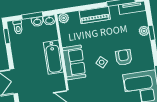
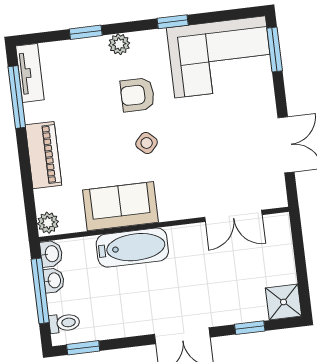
window: (32, 16) -> (40, 291), width x1.44
plant: (144, 31) -> (119, 44), moved
sofa: (74, 62) -> (120, 206), moved

